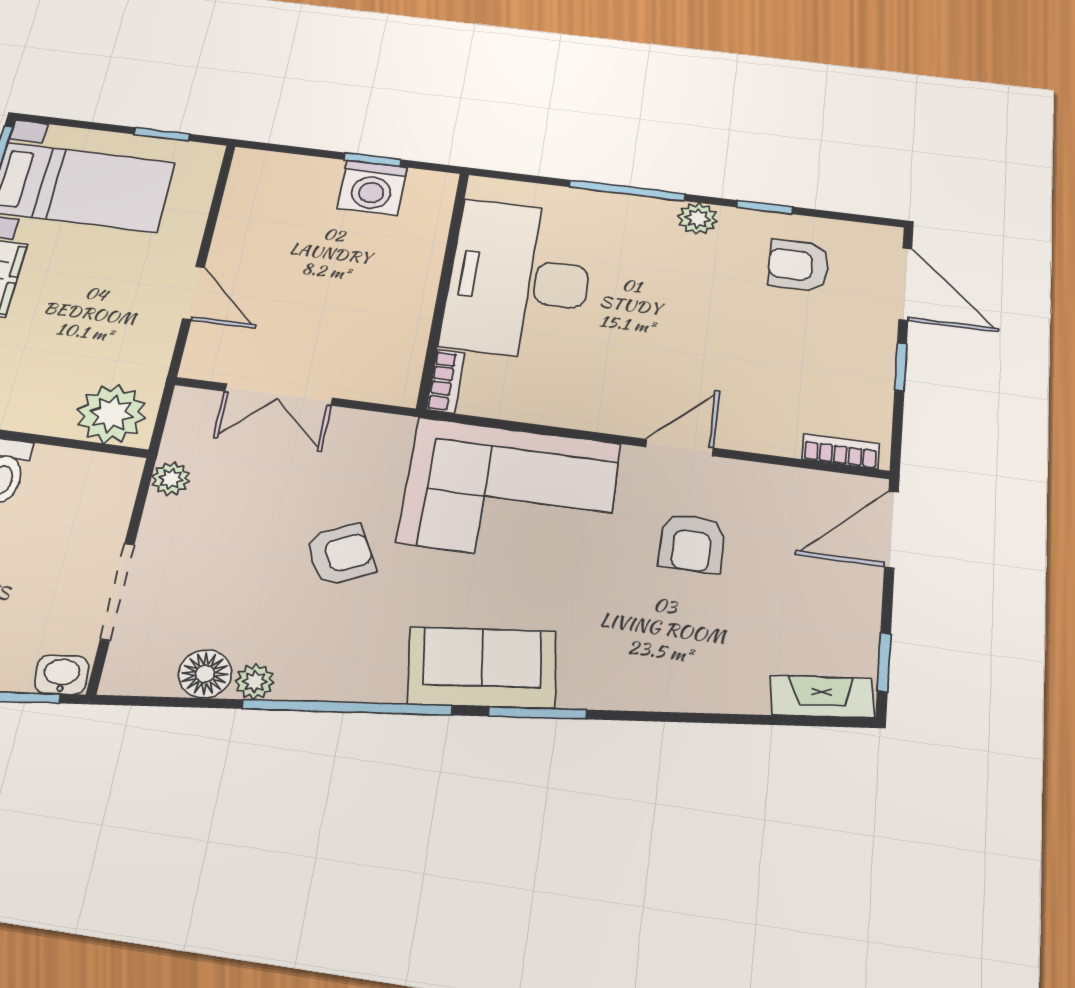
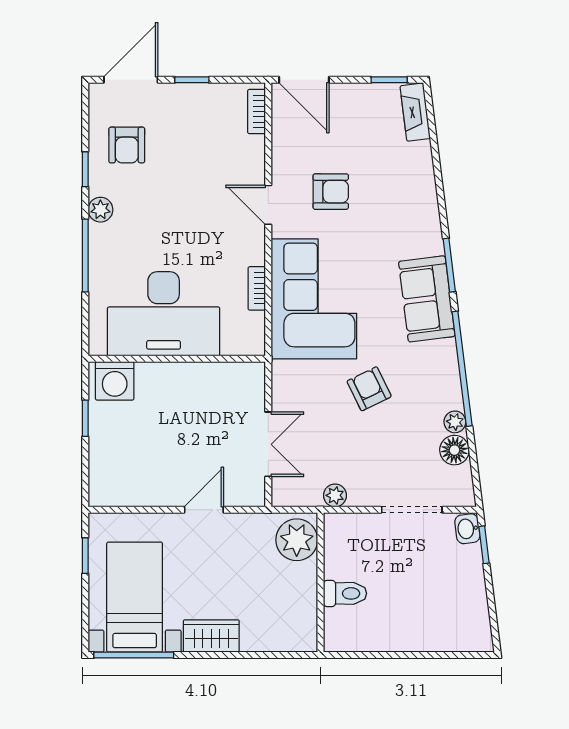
washing machine: (372, 188) -> (115, 381), moved, turned 90
bookcase: (446, 381) -> (257, 288), moved, turned -90

